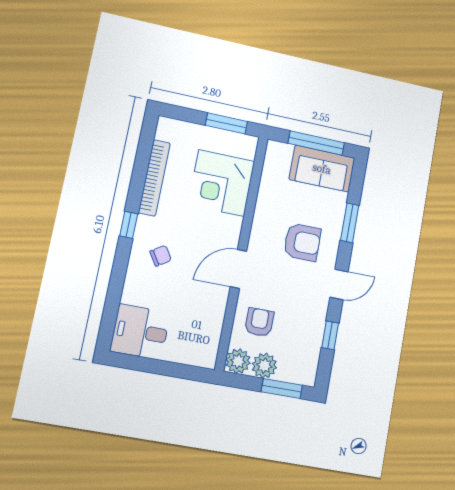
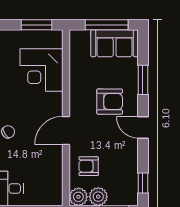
door: (339, 284) -> (143, 127), swing flipped
armchair: (259, 322) -> (89, 166), turned -90
window: (330, 335) -> (143, 183), moved

